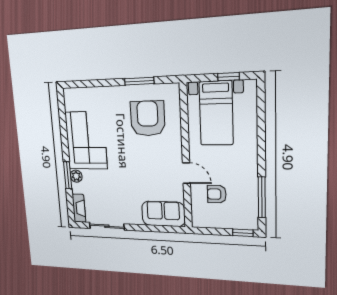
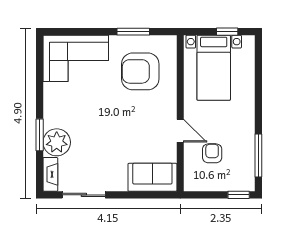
armchair: (148, 119) -> (140, 71), turned -90
corner sofa: (86, 141) -> (76, 58), moved, turned 90
plant: (76, 176) -> (57, 142), width x1.88, depth x1.88
armchair: (217, 194) -> (212, 153), turned 90

